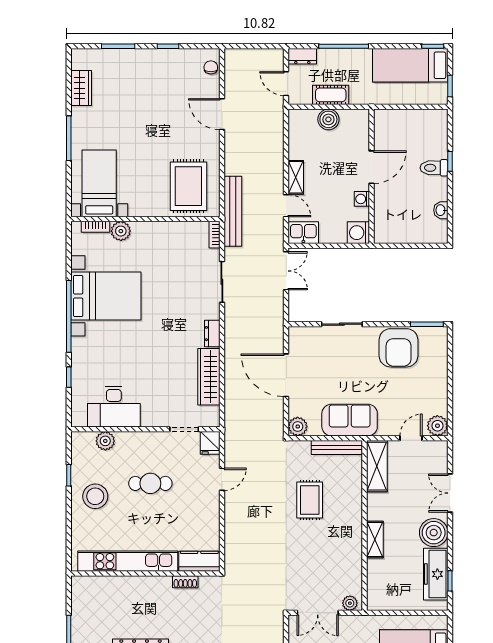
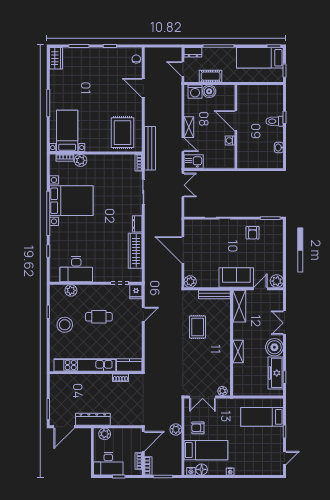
wardrobe: (81, 88) -> (56, 58), moved
door: (372, 167) -> (236, 121), swing flipped
washing machine: (358, 233) -> (195, 92), moved, turned -90
armchair: (399, 348) -> (253, 233), width x0.53, depth x0.53
sofa: (350, 420) -> (236, 278), moved

